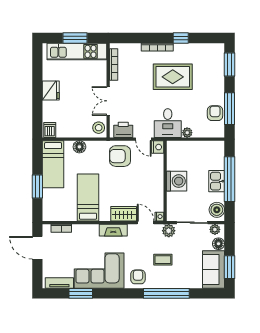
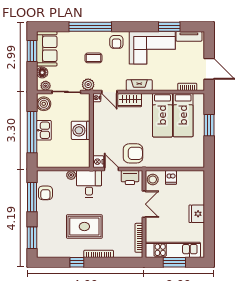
dishwasher: (50, 130) -> (171, 177), moved
floor lamp: (79, 147) -> (170, 162), removed
bed: (53, 164) -> (183, 115), moved, turned 180

